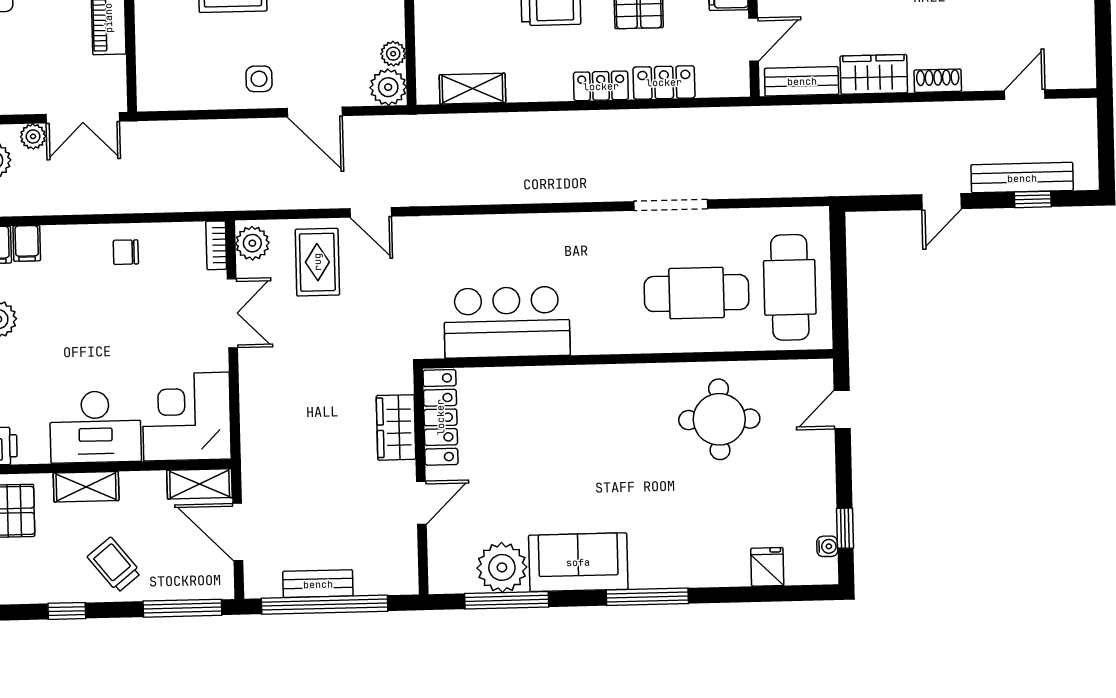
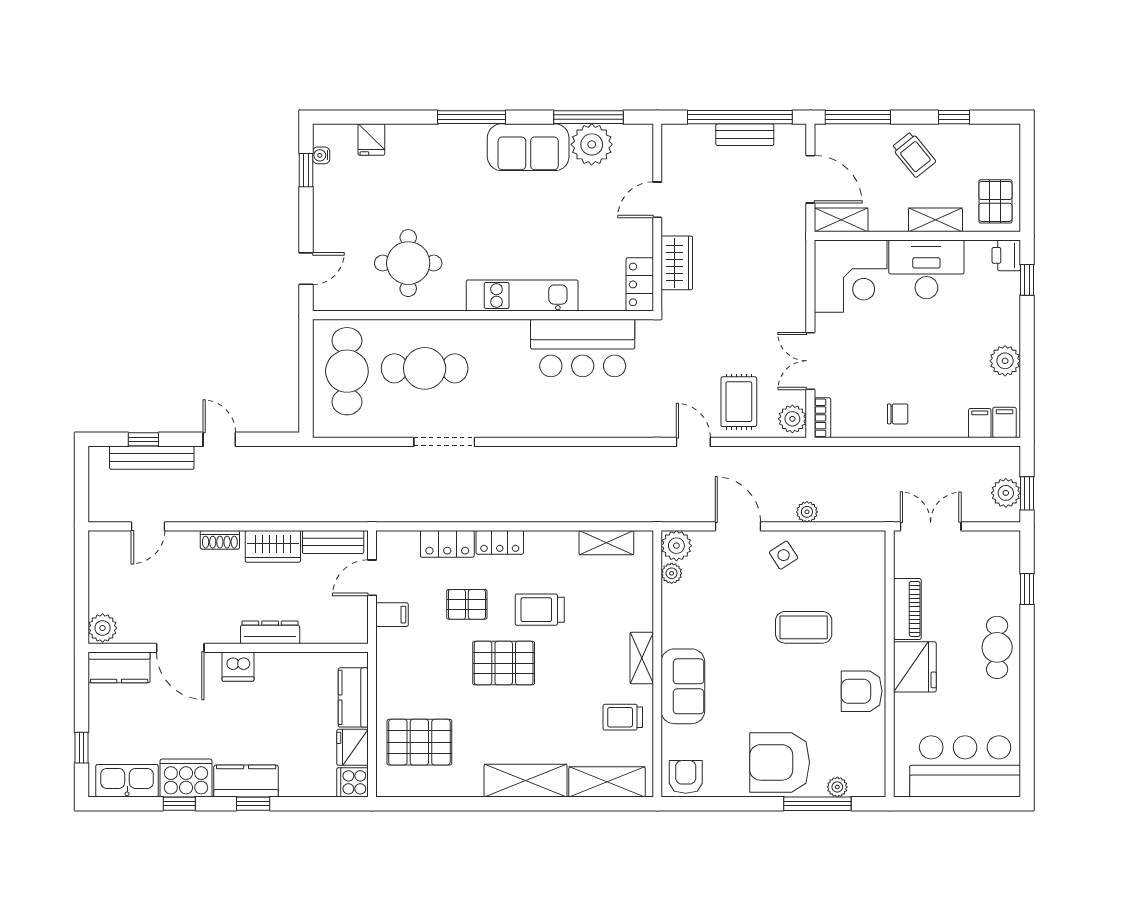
side table: (259, 79) -> (784, 555), turned -33
plant: (33, 136) -> (807, 512), moved
door: (941, 202) -> (219, 439), hinge flipped
kitchen unit: (581, 384) -> (522, 295), added
locker: (440, 417) -> (640, 284), width x0.66

